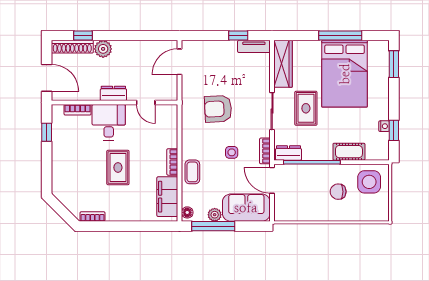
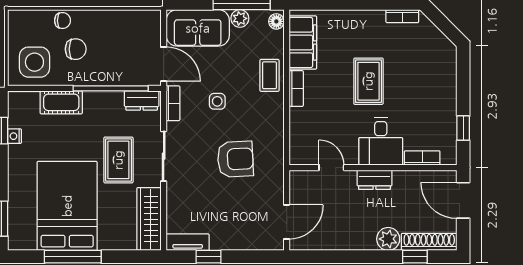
chair: (348, 213) -> (63, 21), added

